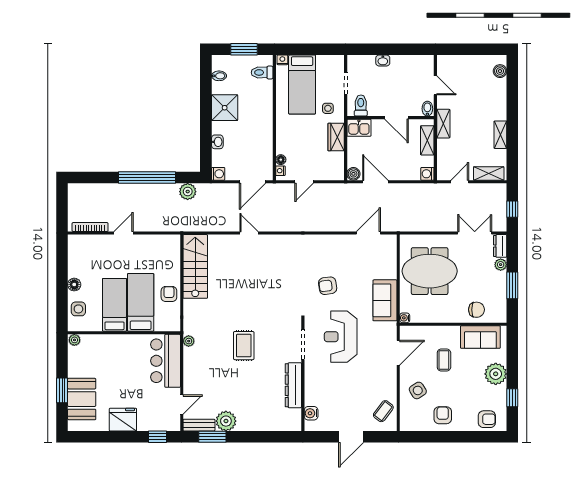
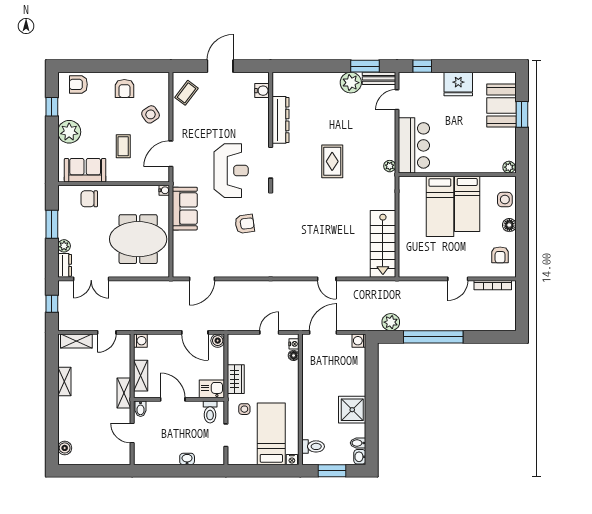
washbasin: (217, 142) -> (360, 457), moved
armchair: (169, 294) -> (500, 255), moved

